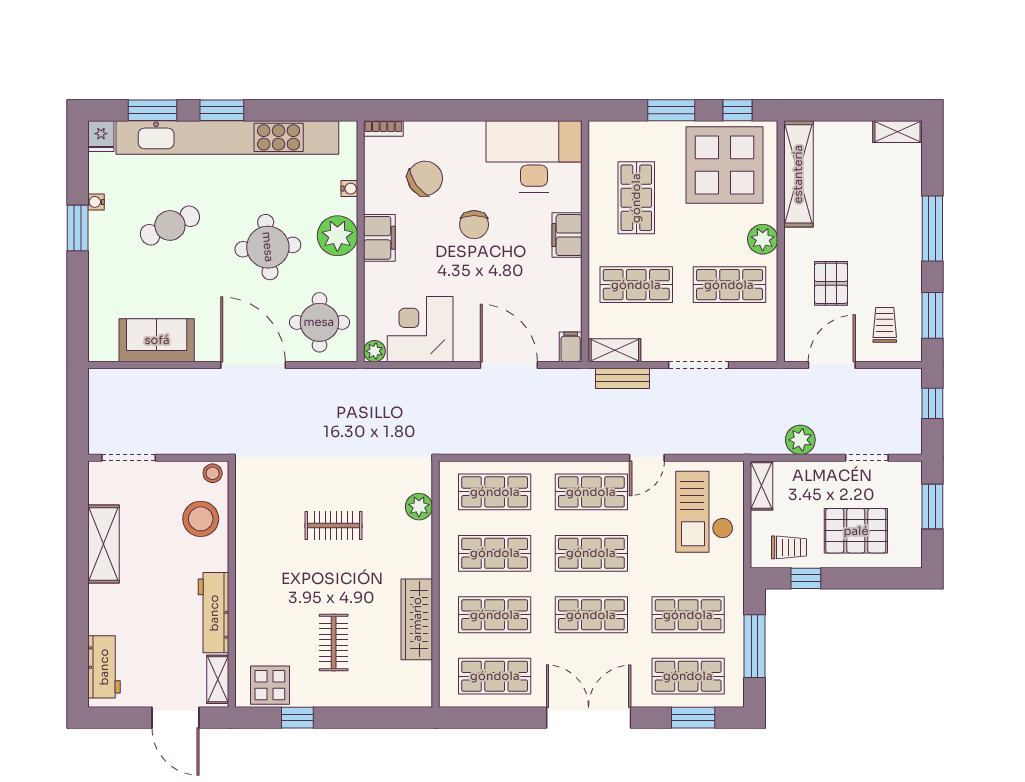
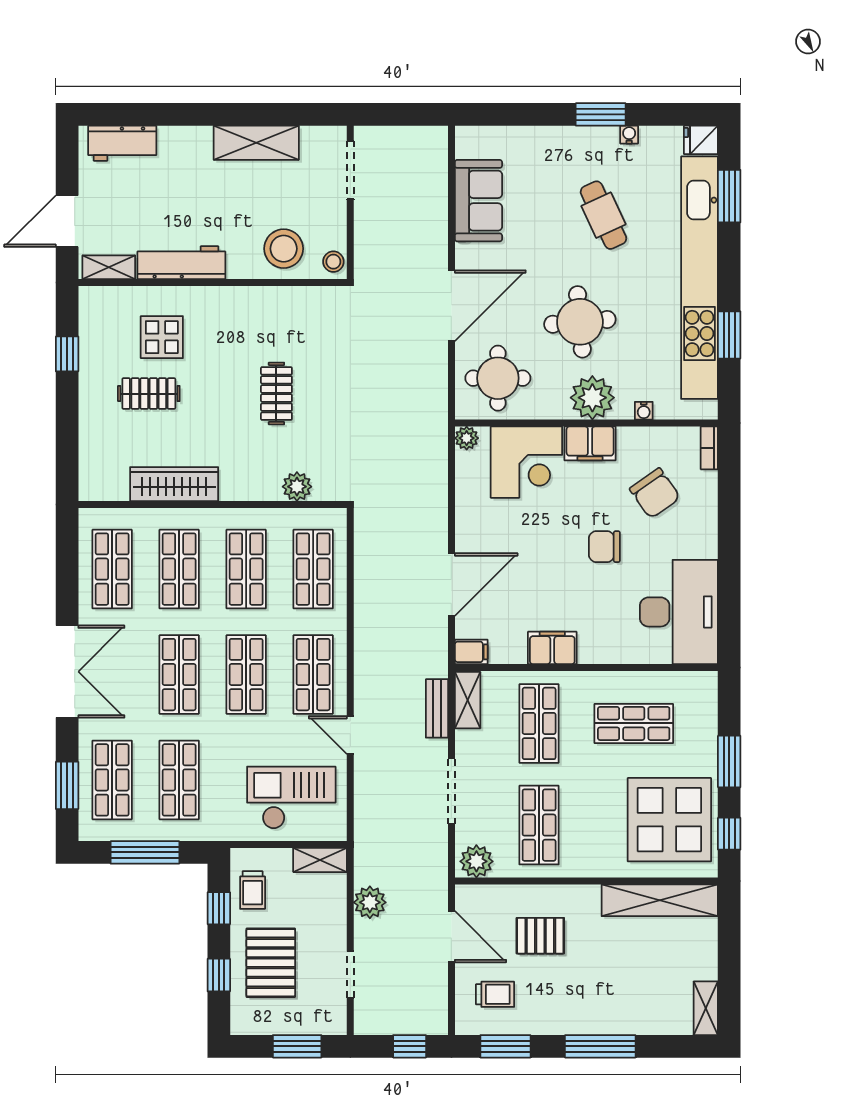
window: (222, 110) -> (729, 335), moved
filing cabinet: (567, 235) -> (552, 648), moved
plant: (763, 239) -> (476, 861), moved
corner desk: (420, 329) -> (526, 462), moved, turned 90
window: (867, 578) -> (219, 975), added
display table: (270, 685) -> (162, 337), moved

